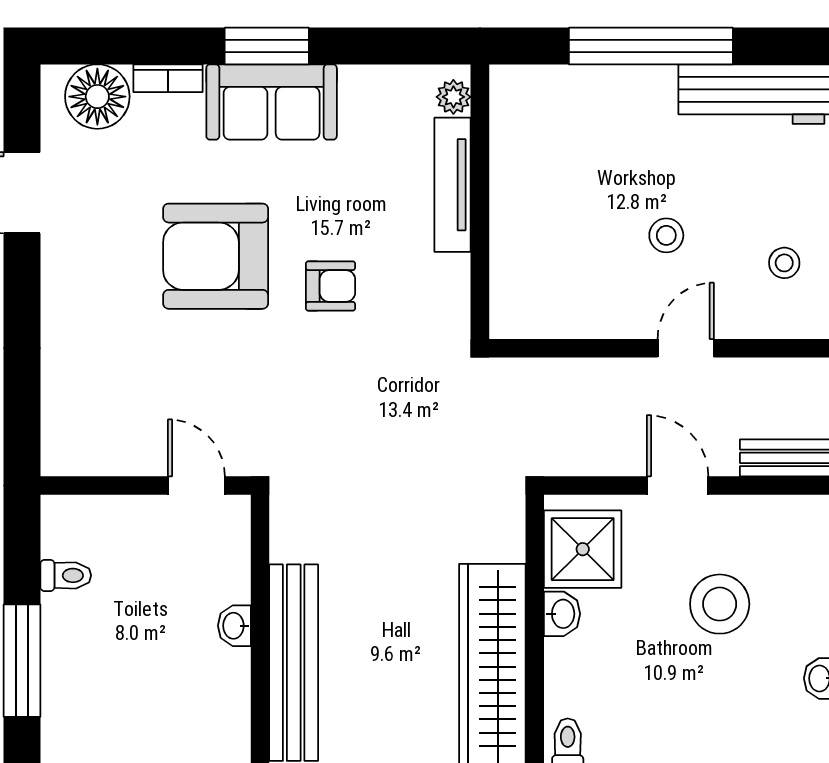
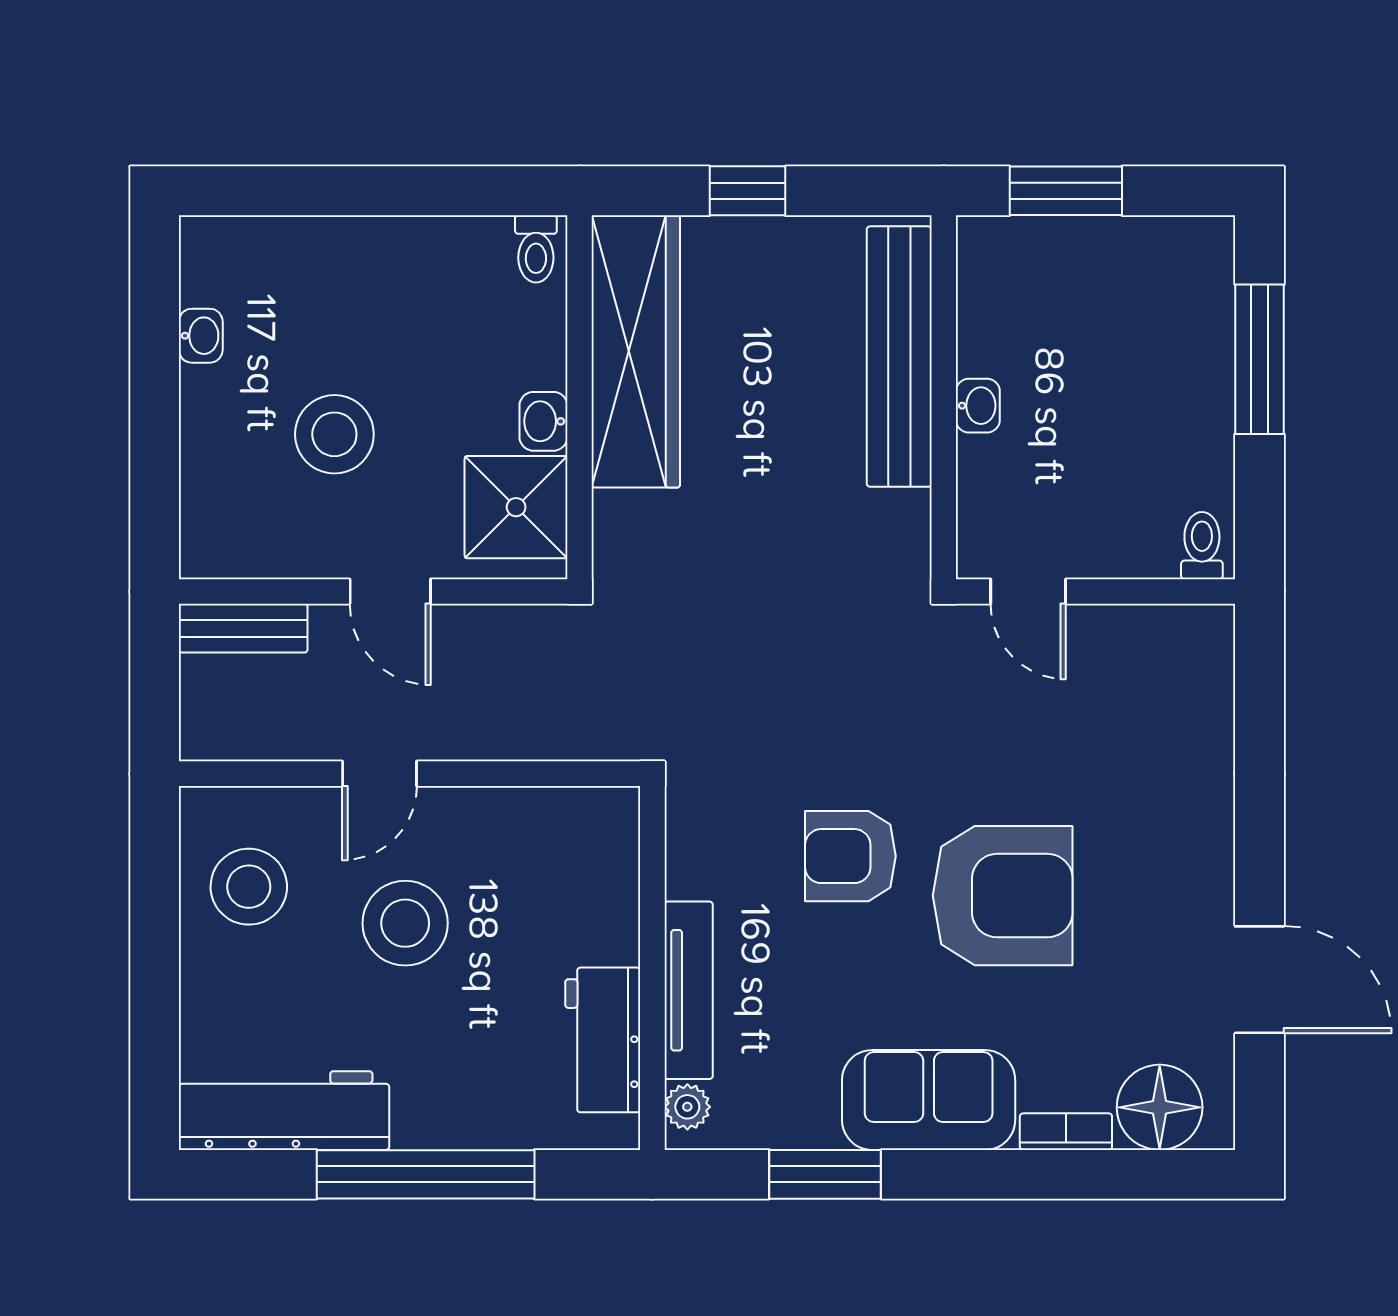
window: (267, 46) -> (825, 1174), moved
workbench: (517, 147) -> (603, 1040), added
stool: (666, 235) -> (405, 923), width x1.89, depth x1.89
stool: (784, 263) -> (249, 887), width x1.89, depth x1.89
armchair: (331, 286) -> (850, 856), width x1.38, depth x1.38
toilet: (66, 575) -> (1202, 546), moved, turned 90

